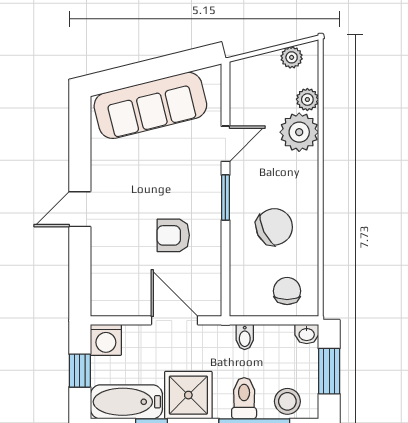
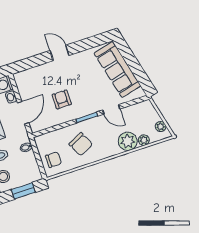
washbasin: (307, 334) -> (11, 97), moved

